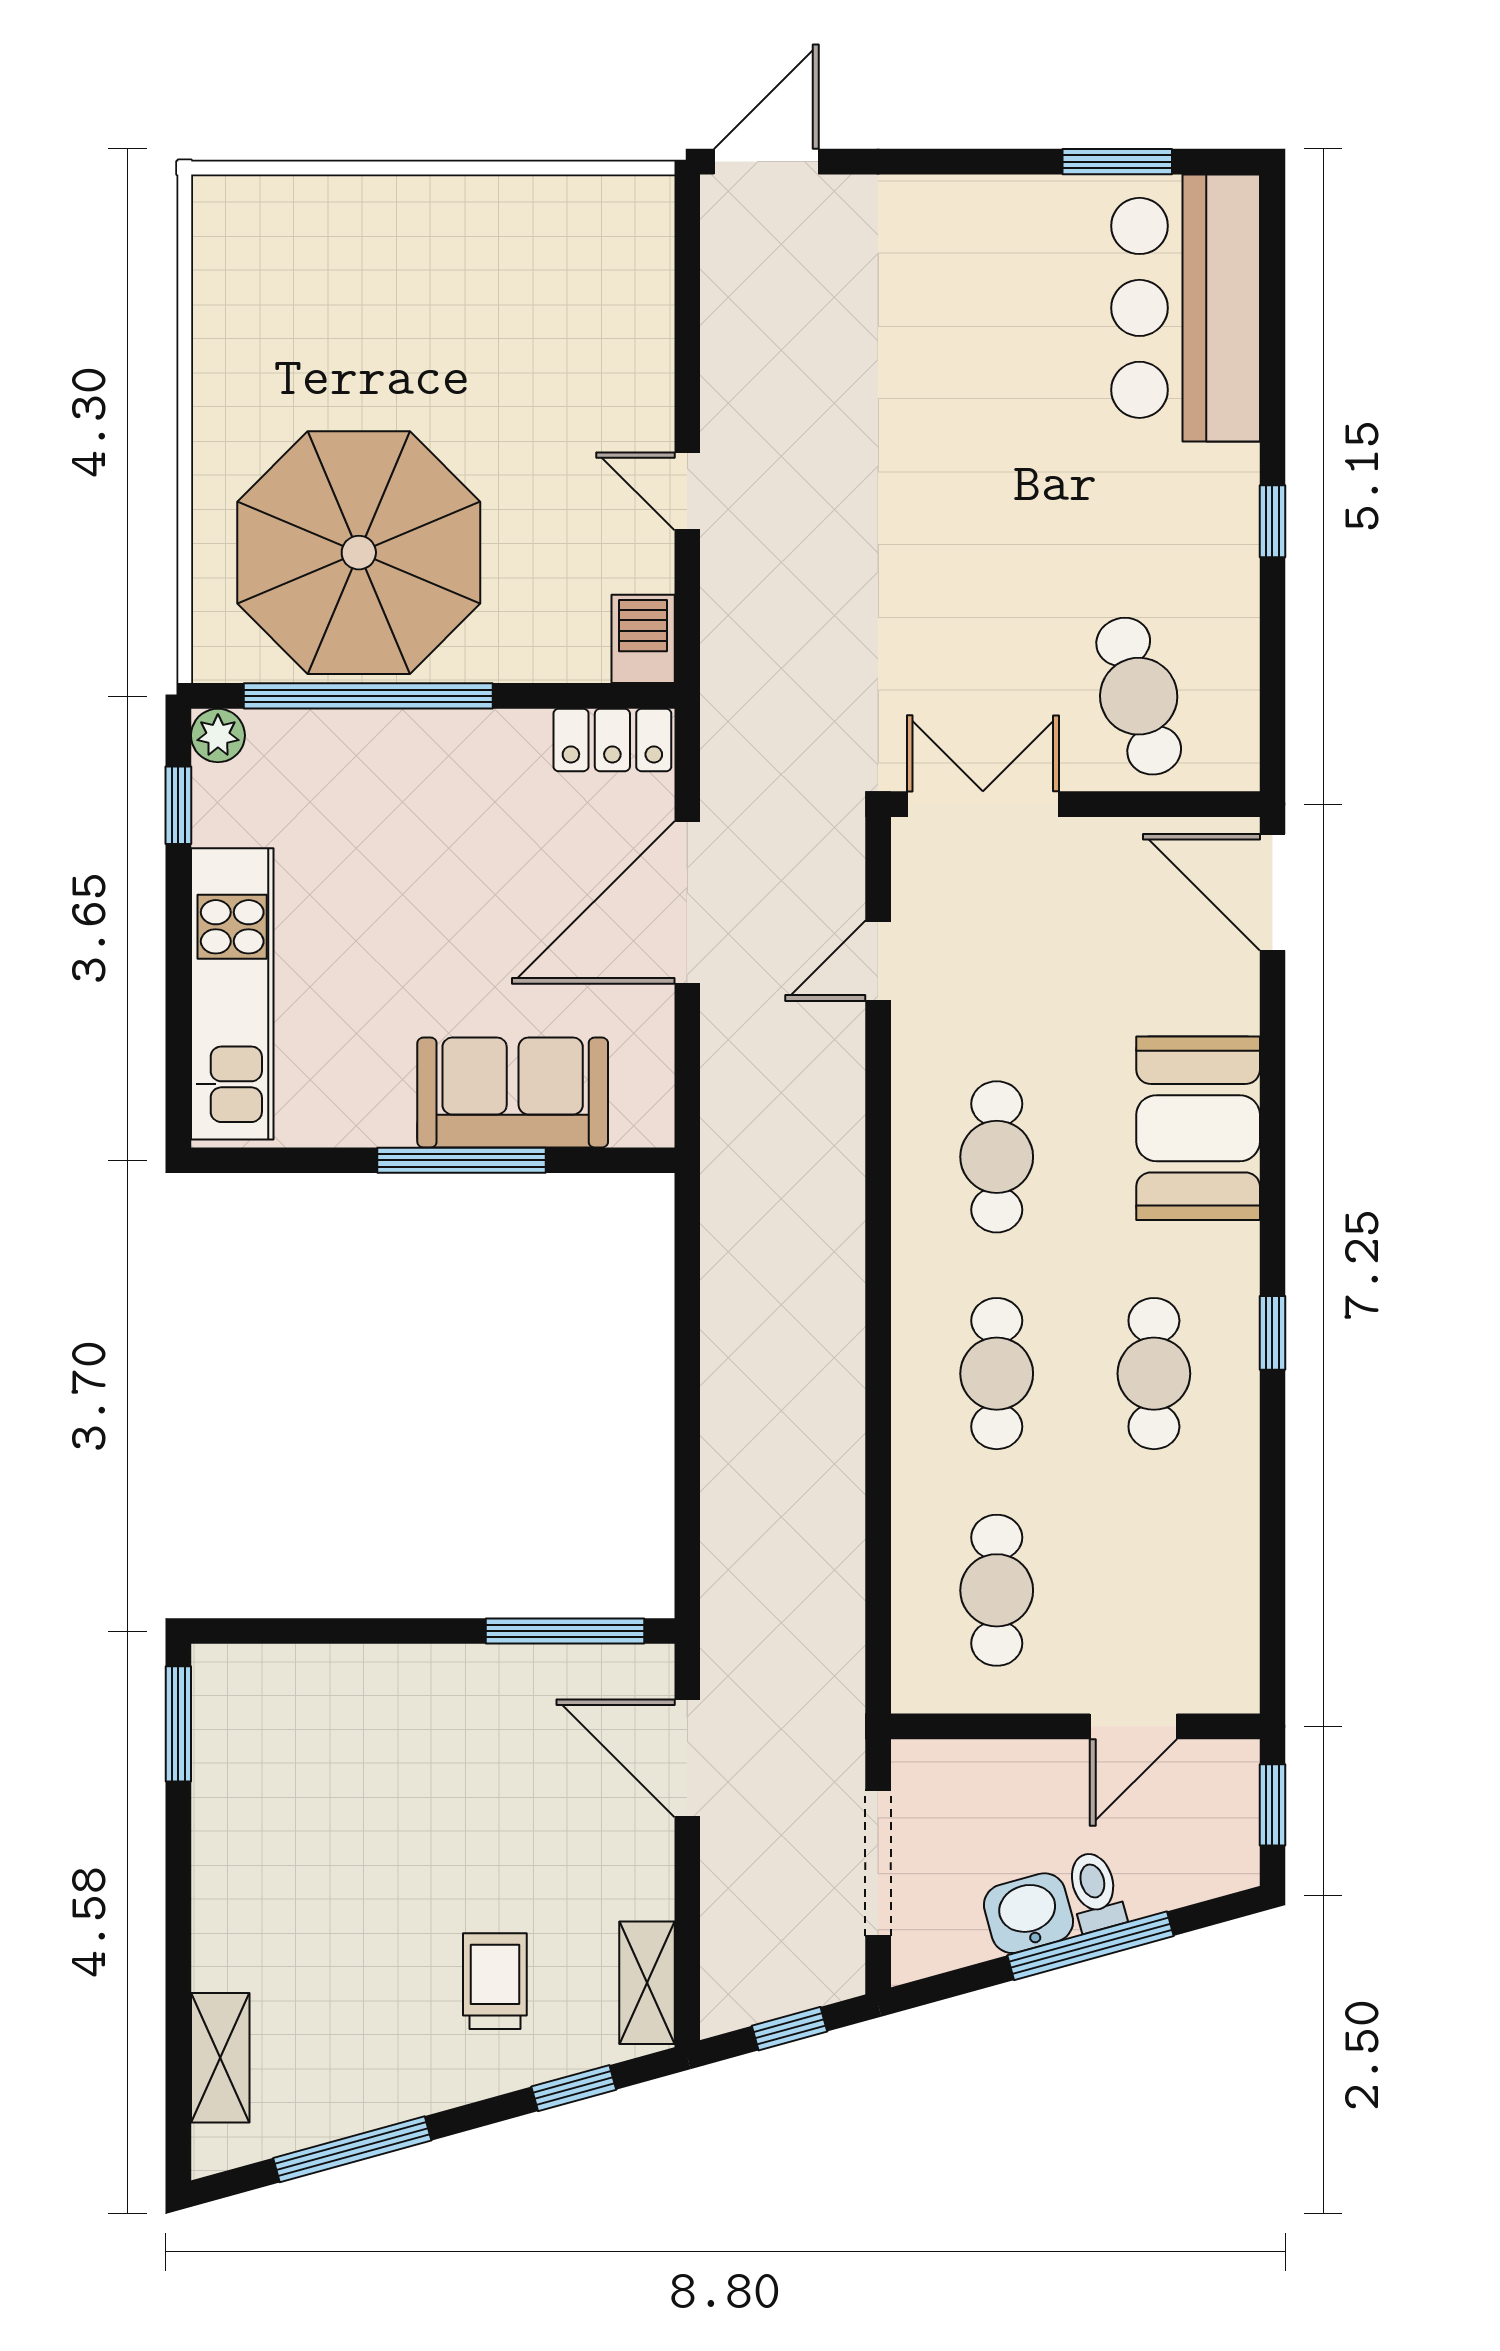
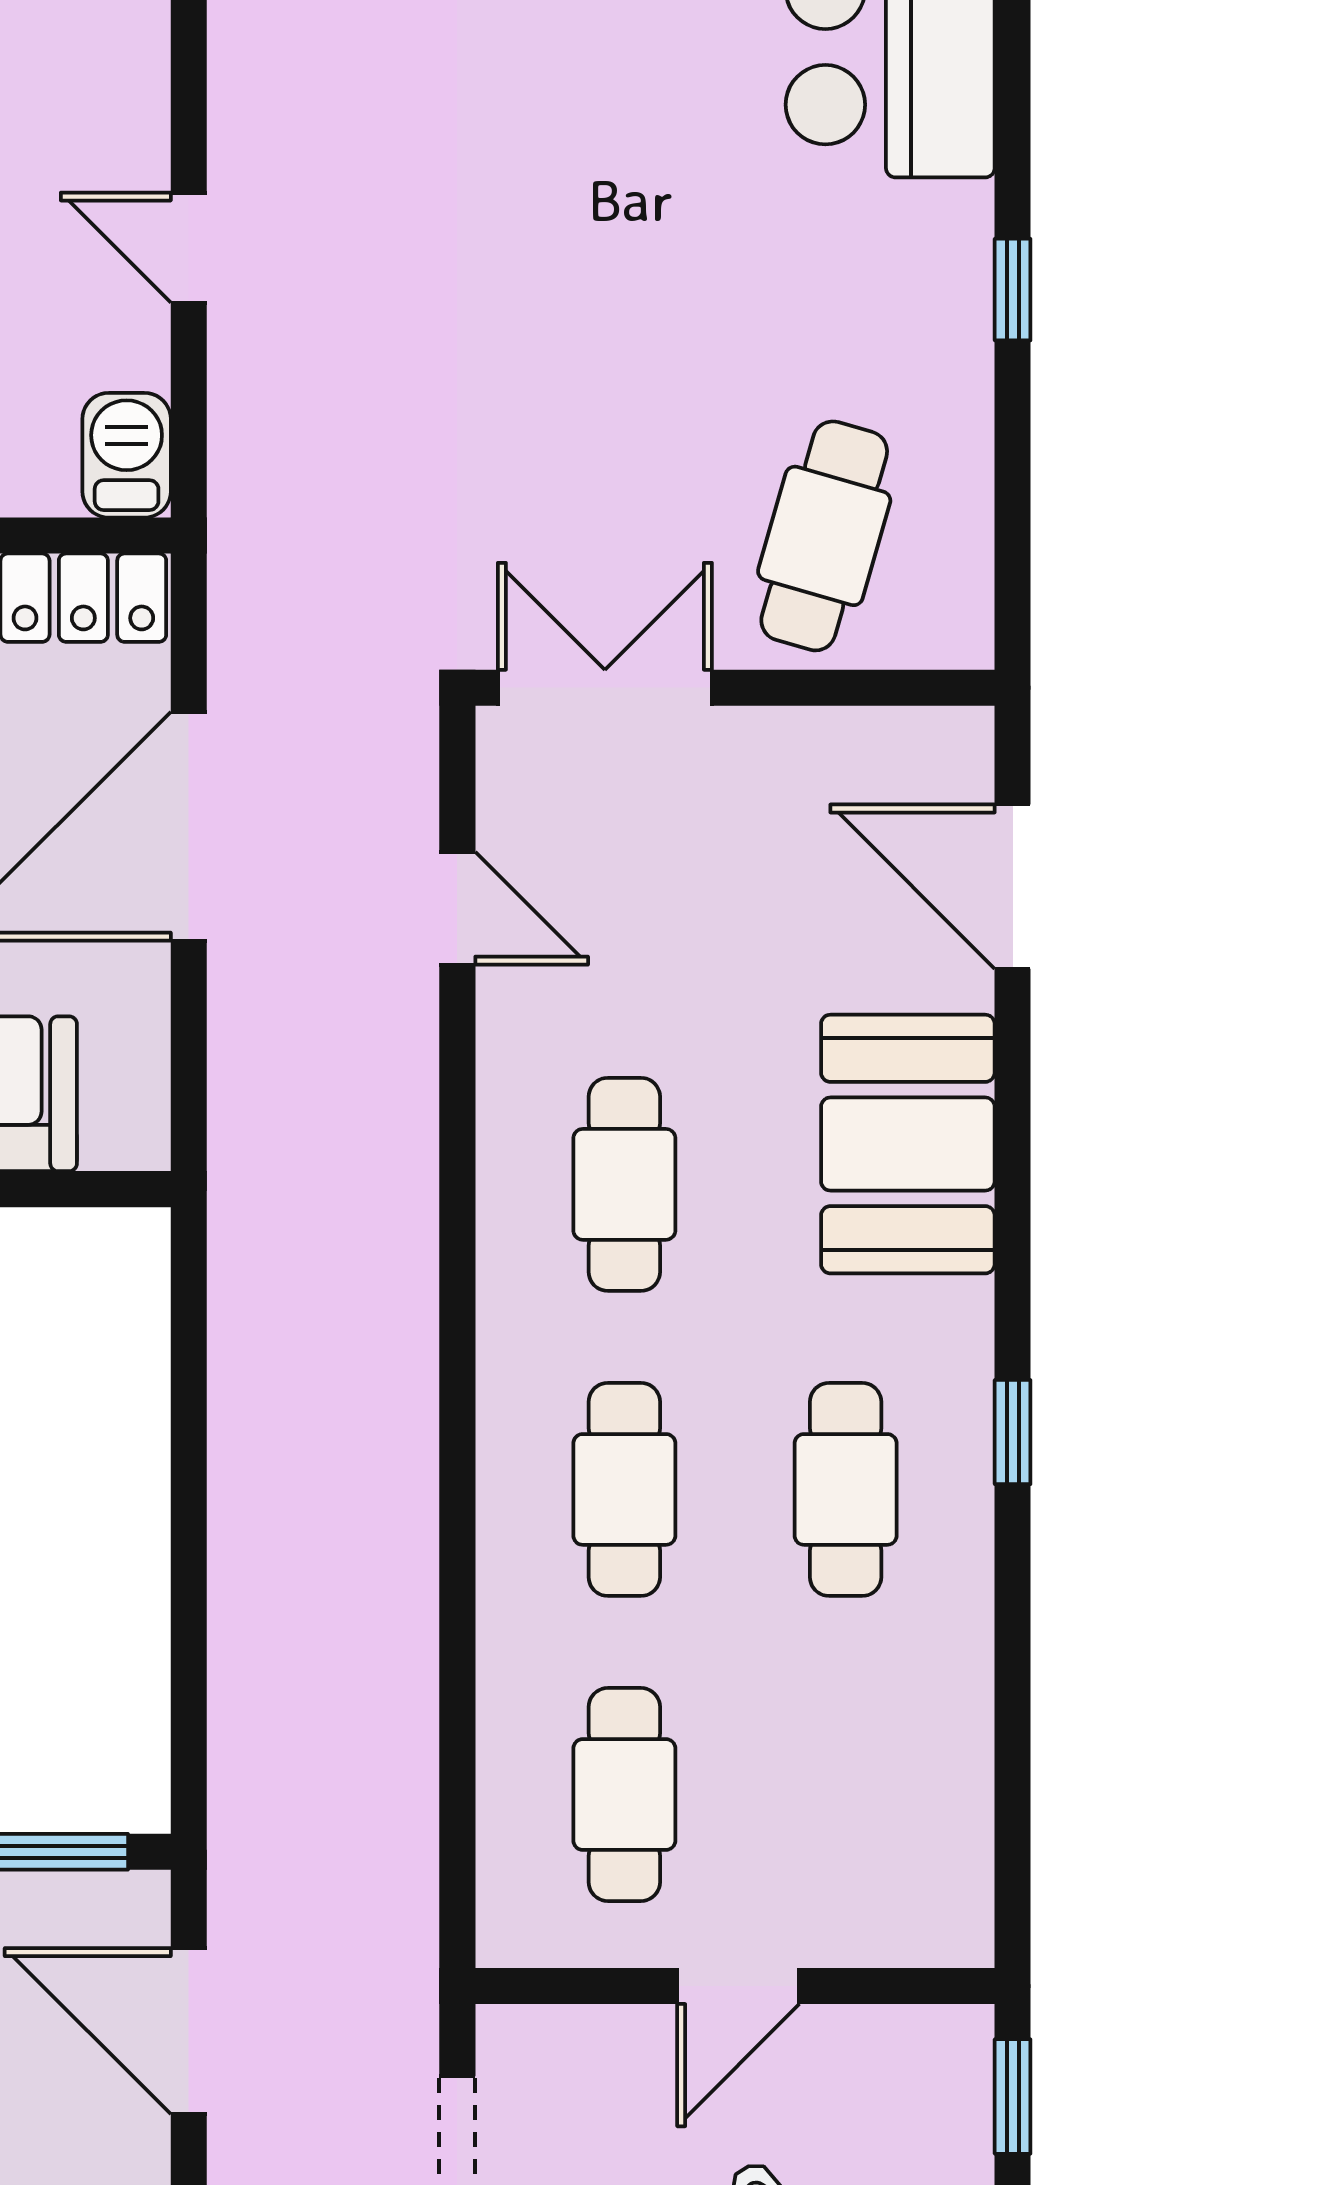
cafe table: (1139, 696) -> (824, 536), turned 32
door: (1272, 892) -> (1013, 887), moved
door: (878, 961) -> (457, 908), swing flipped
door: (1133, 1726) -> (738, 1986), moved

